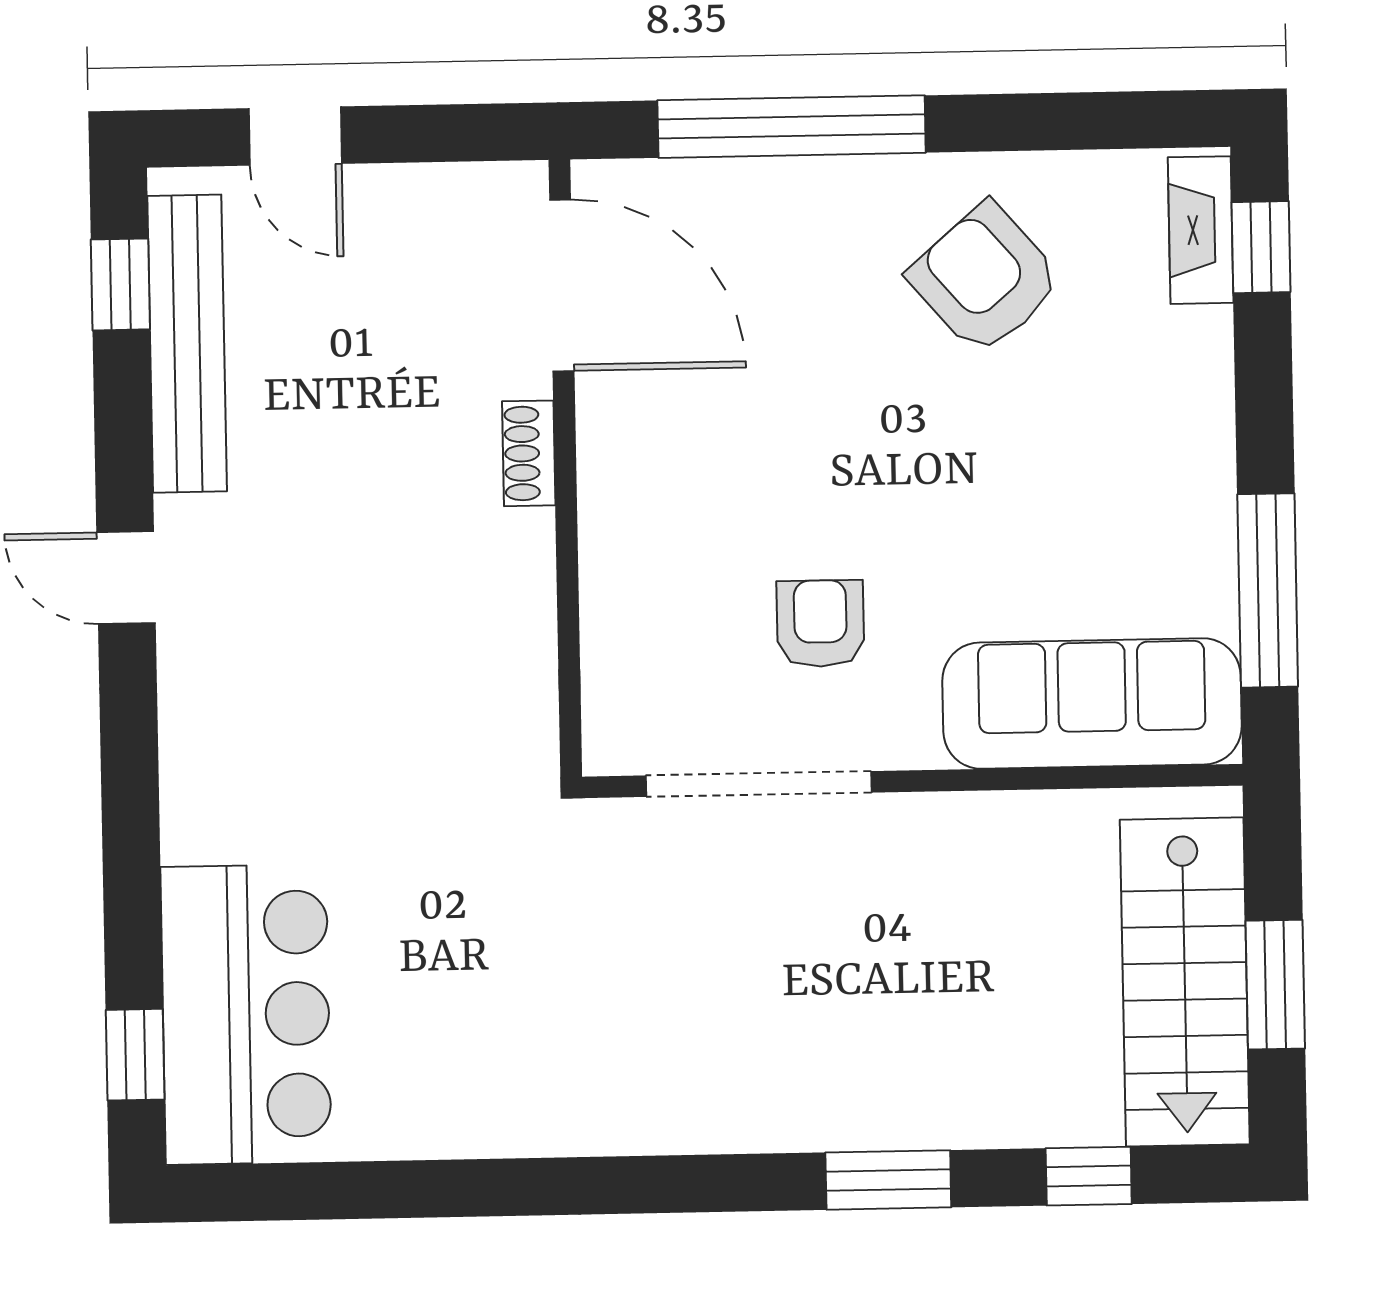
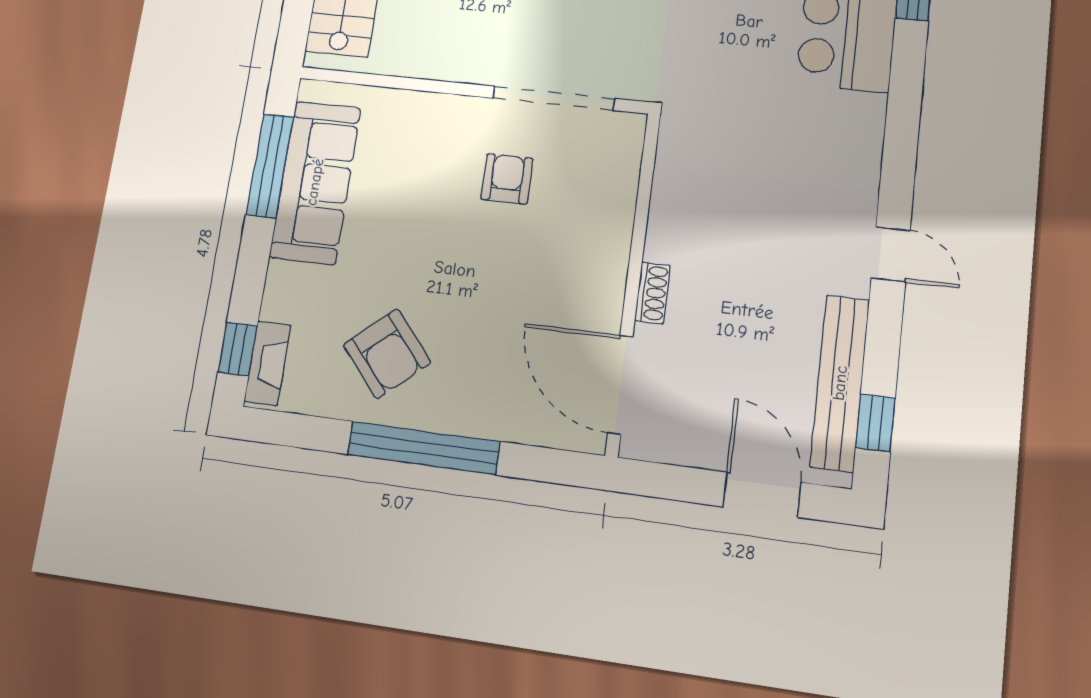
window: (792, 127) -> (423, 448), moved
door: (295, 136) -> (762, 495), width x1.38
armchair: (820, 624) -> (507, 179), turned 180
sofa: (1092, 703) -> (315, 182), moved, turned -90

